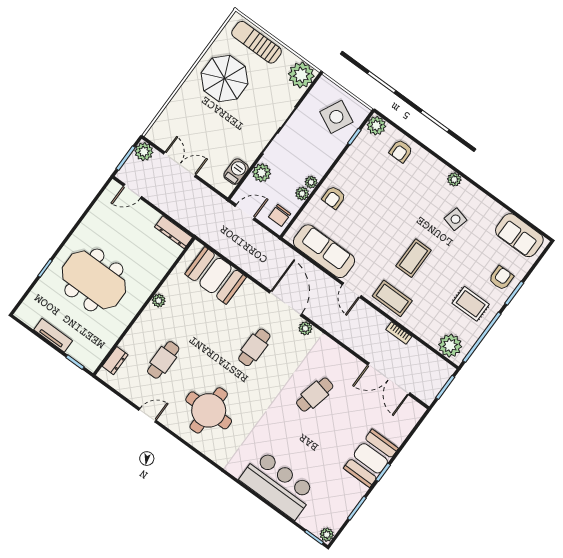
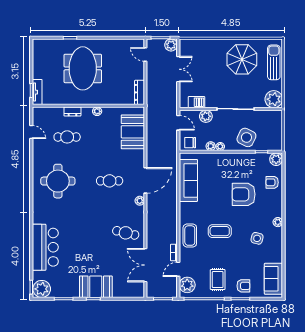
side table: (336, 117) -> (246, 137), moved
armchair: (334, 197) -> (244, 194), moved, width x1.88, depth x1.88
door: (352, 290) -> (178, 269), moved
tv unit: (53, 335) -> (37, 92), moved
dresser: (115, 361) -> (72, 111), moved
cafe table: (315, 395) -> (126, 233), moved
door: (147, 415) -> (31, 132), moved
plant: (327, 535) -> (42, 289), width x1.88, depth x1.88

